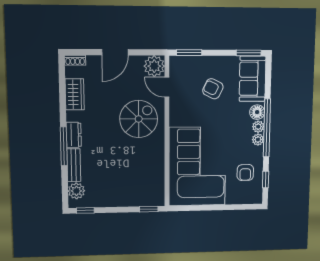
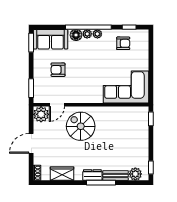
door: (115, 52) -> (31, 143), swing flipped
armchair: (213, 89) -> (58, 70), turned 64
corner sofa: (197, 166) -> (126, 87), width x0.73, depth x0.74

